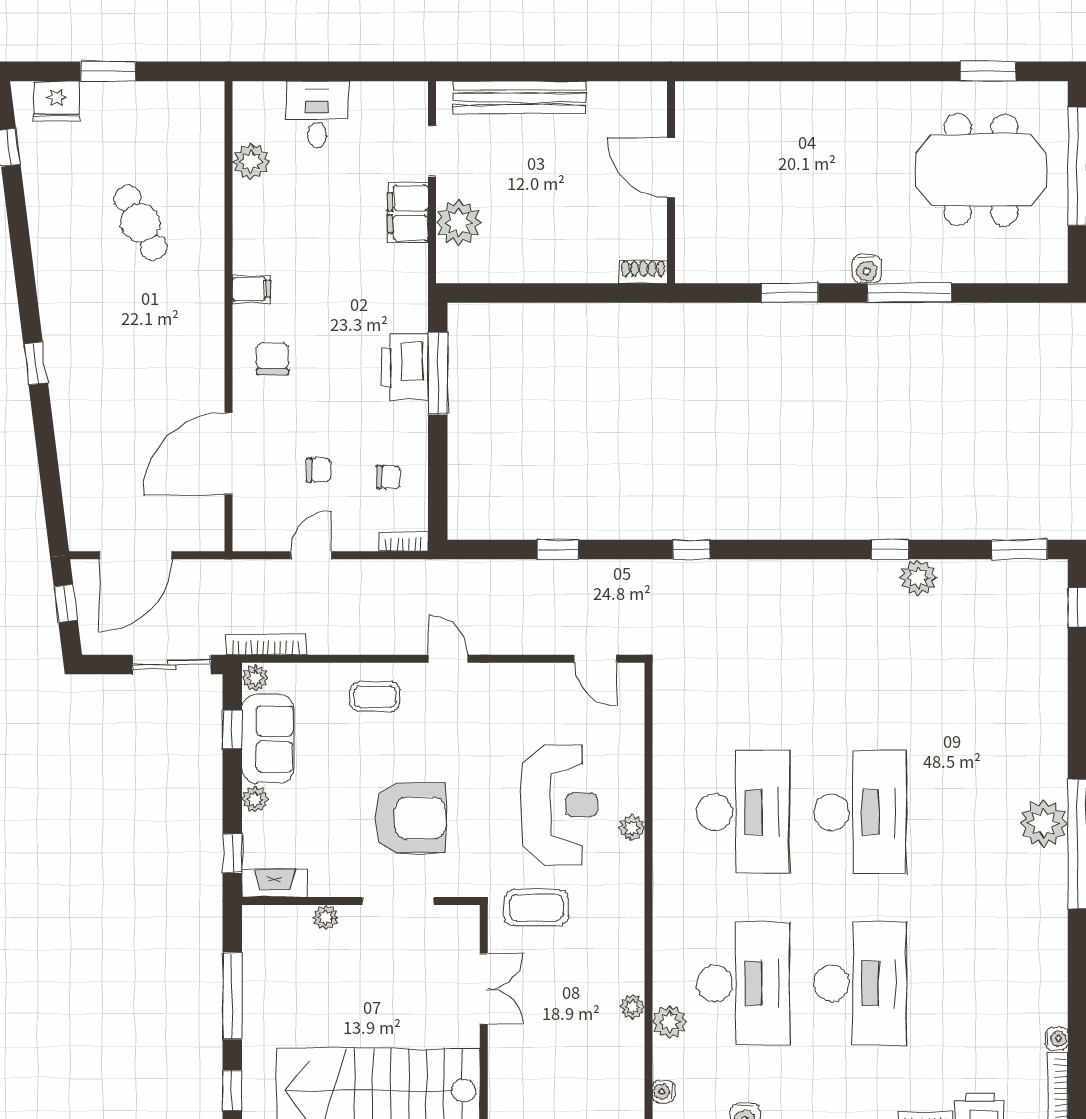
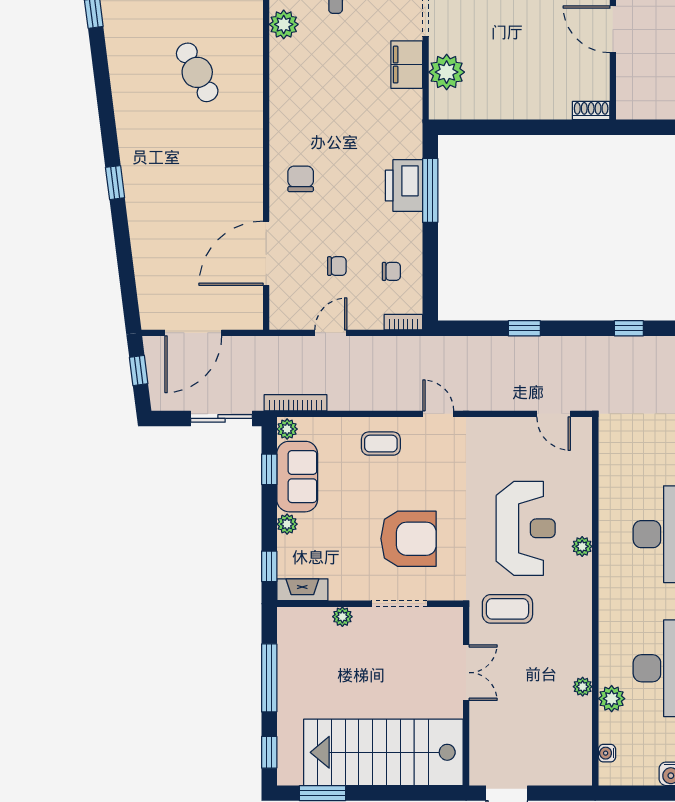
filing cabinet: (251, 289) -> (284, 124), removed

